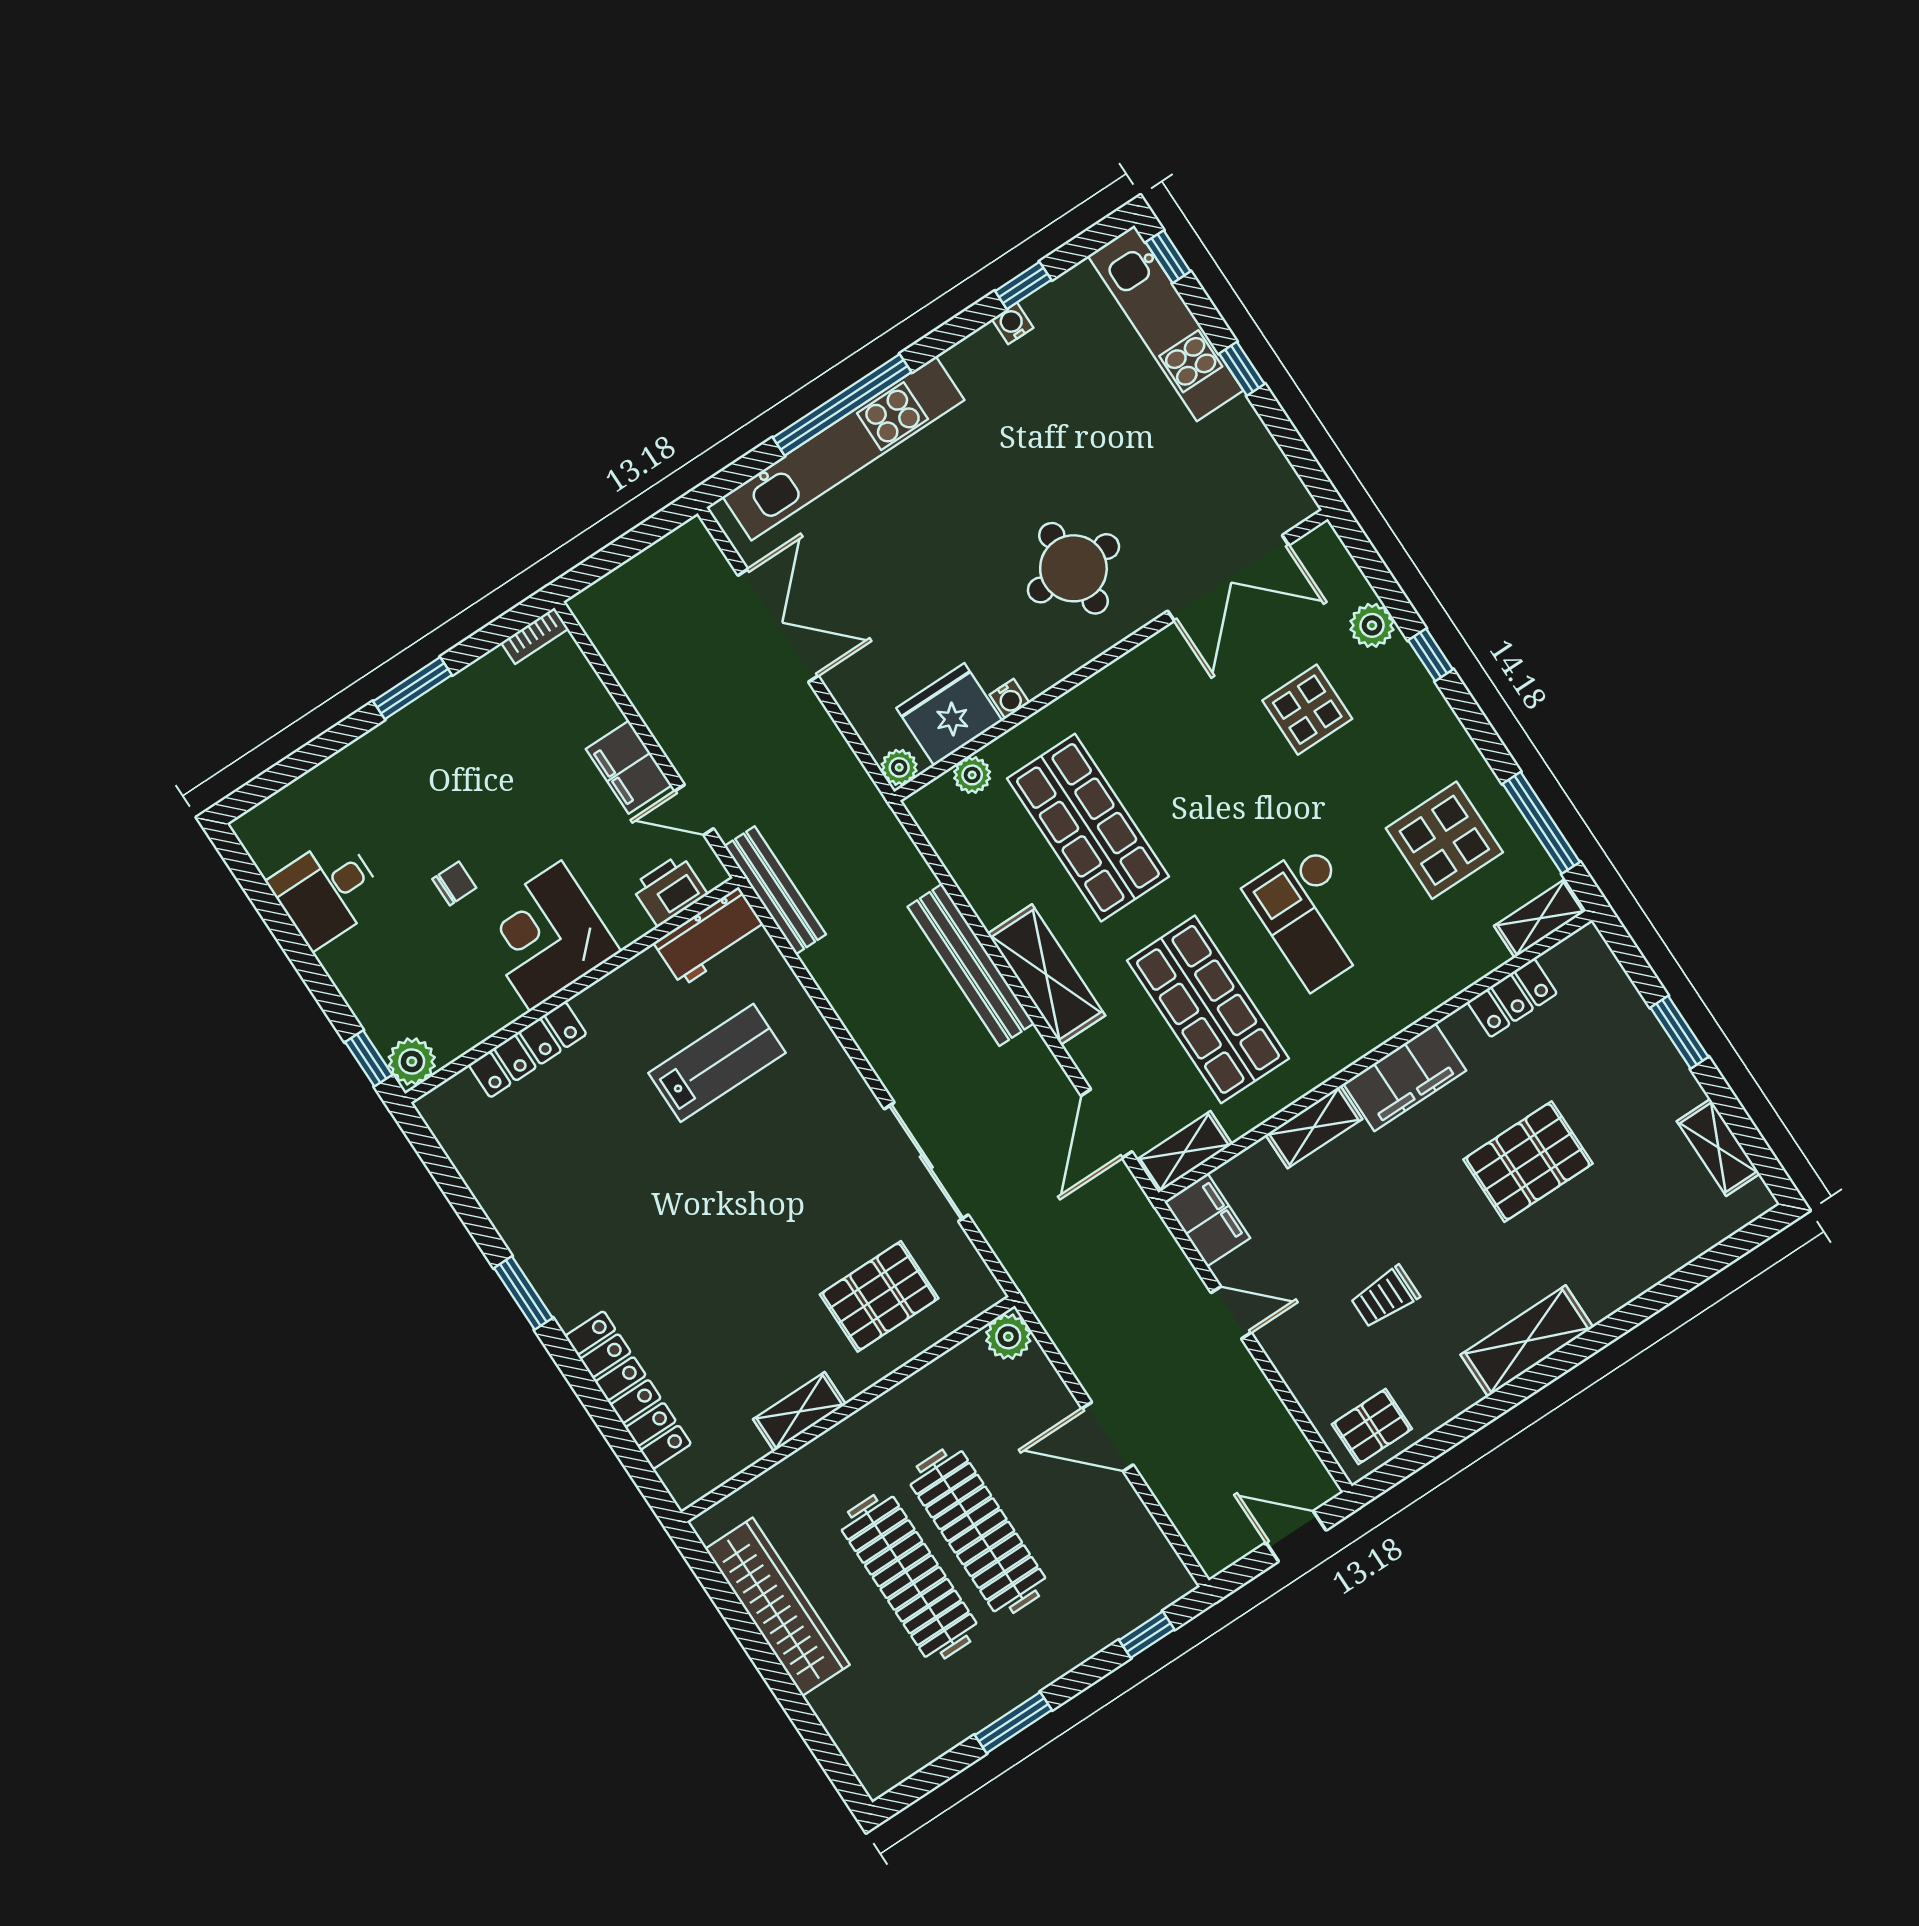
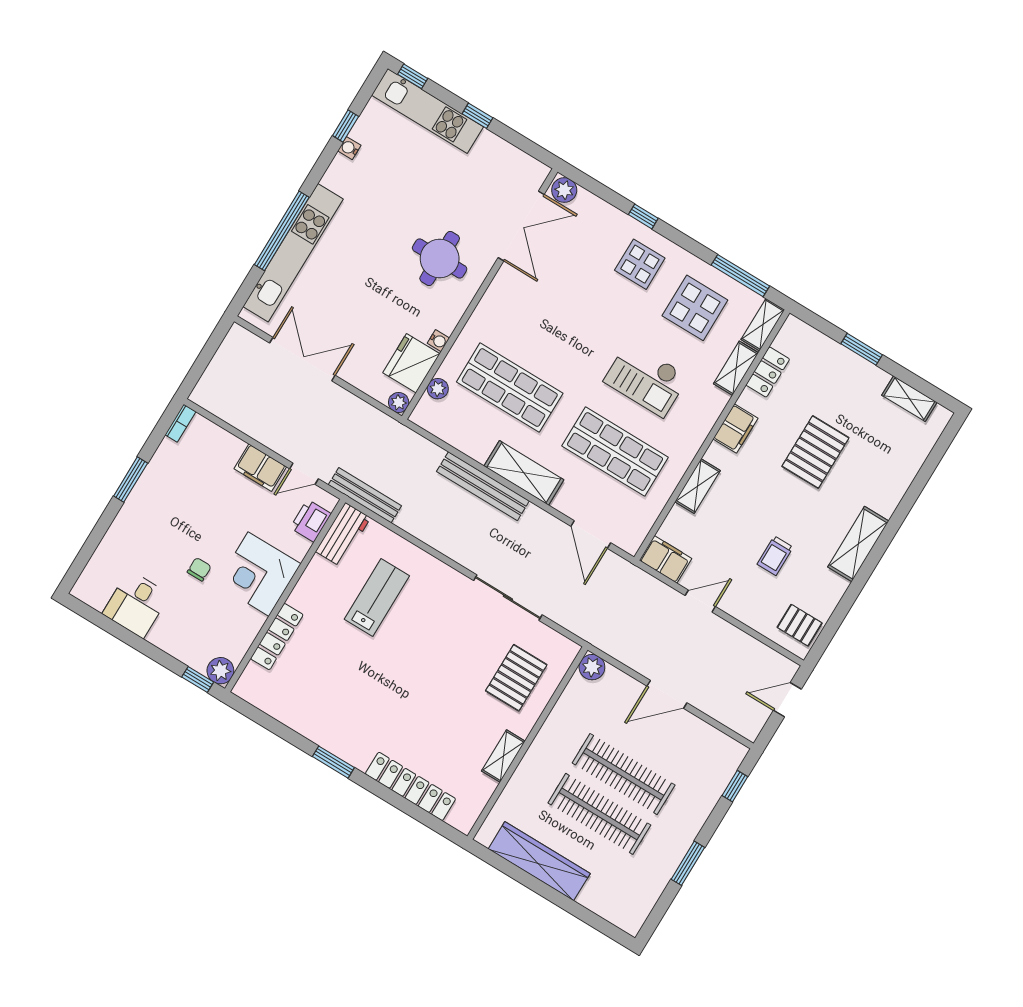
plant: (1372, 625) -> (564, 190), moved
display table: (1307, 710) -> (640, 264), moved
filing cabinet: (1405, 1077) -> (735, 429), width x0.67, depth x0.86
shelving: (1184, 1152) -> (736, 368), moved
pallet: (1372, 1426) -> (800, 625), turned 90

